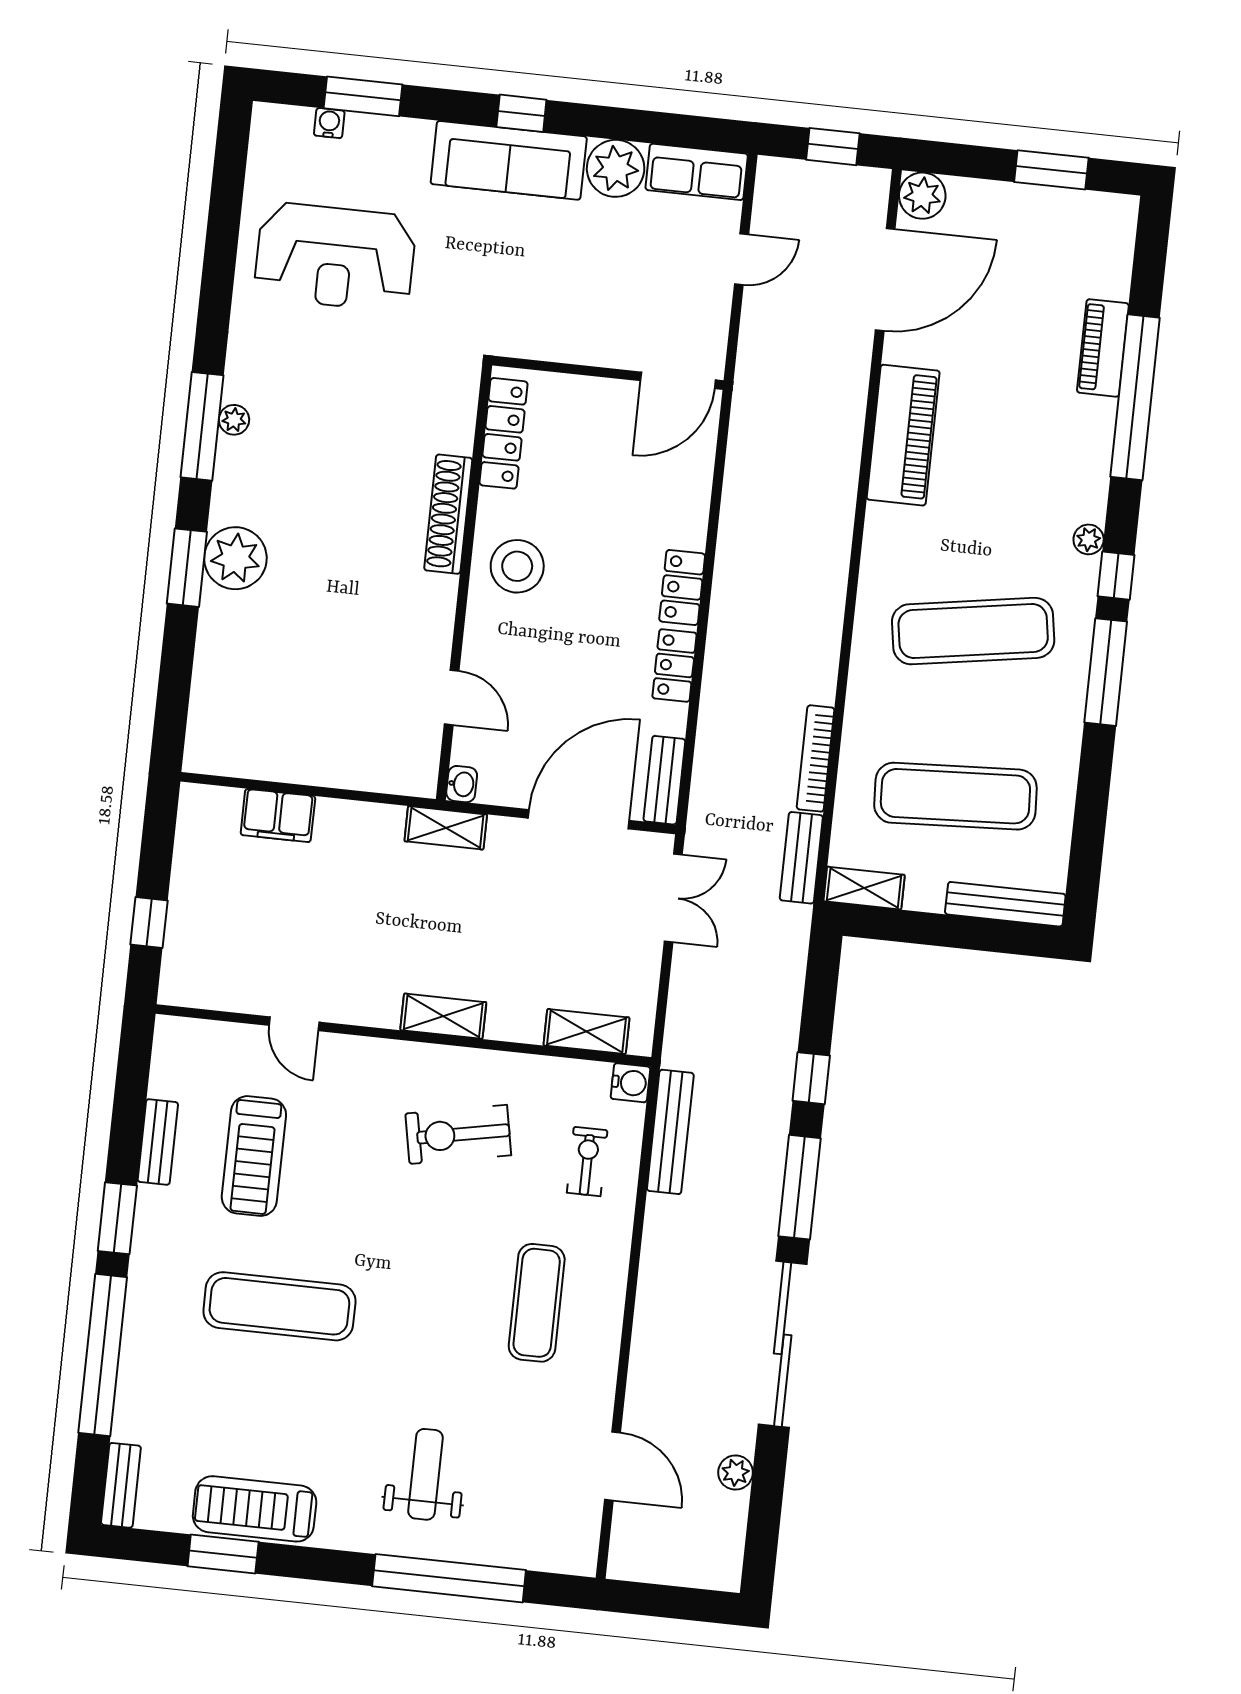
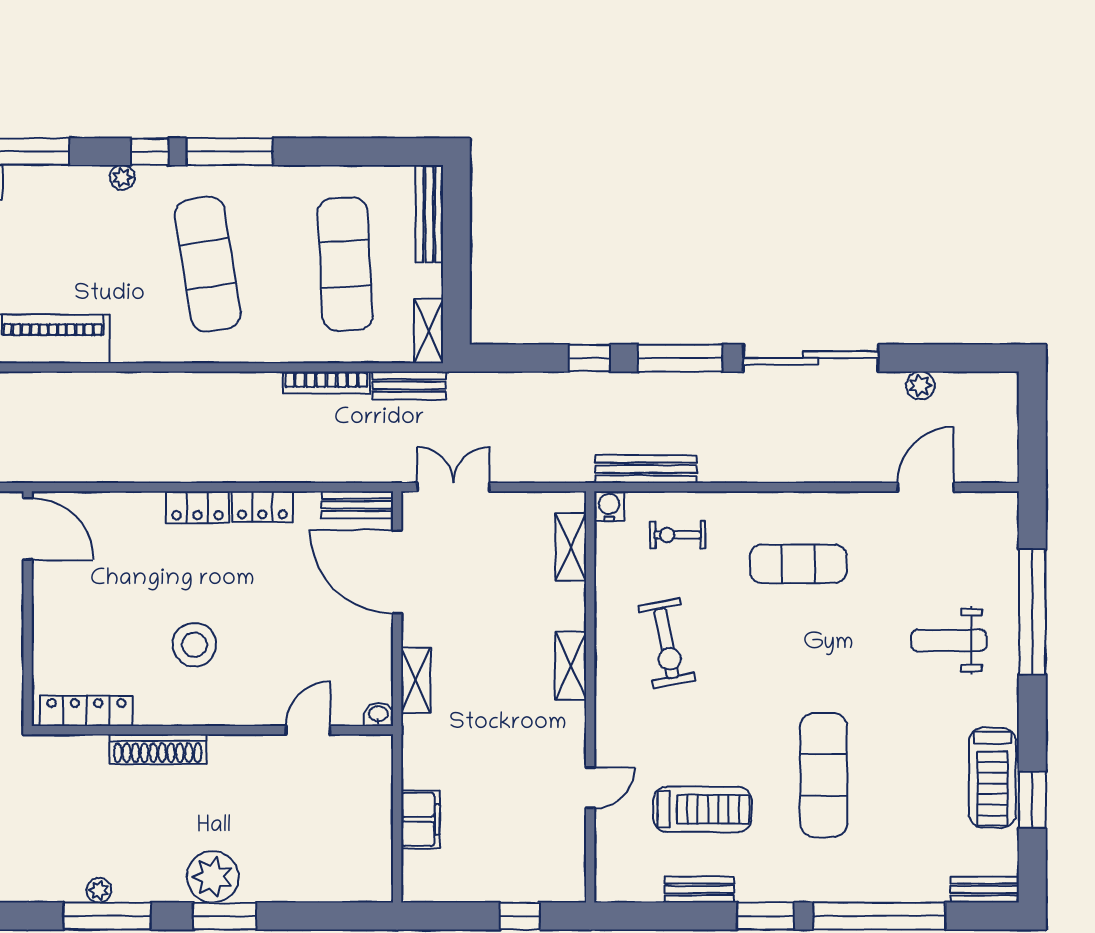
locker: (503, 433) -> (86, 711), moved
shoe rack: (448, 514) -> (158, 749), moved
wall: (464, 582) -> (212, 730), moved
door: (452, 697) -> (308, 730), moved
washbasin: (462, 784) -> (378, 714), moved

